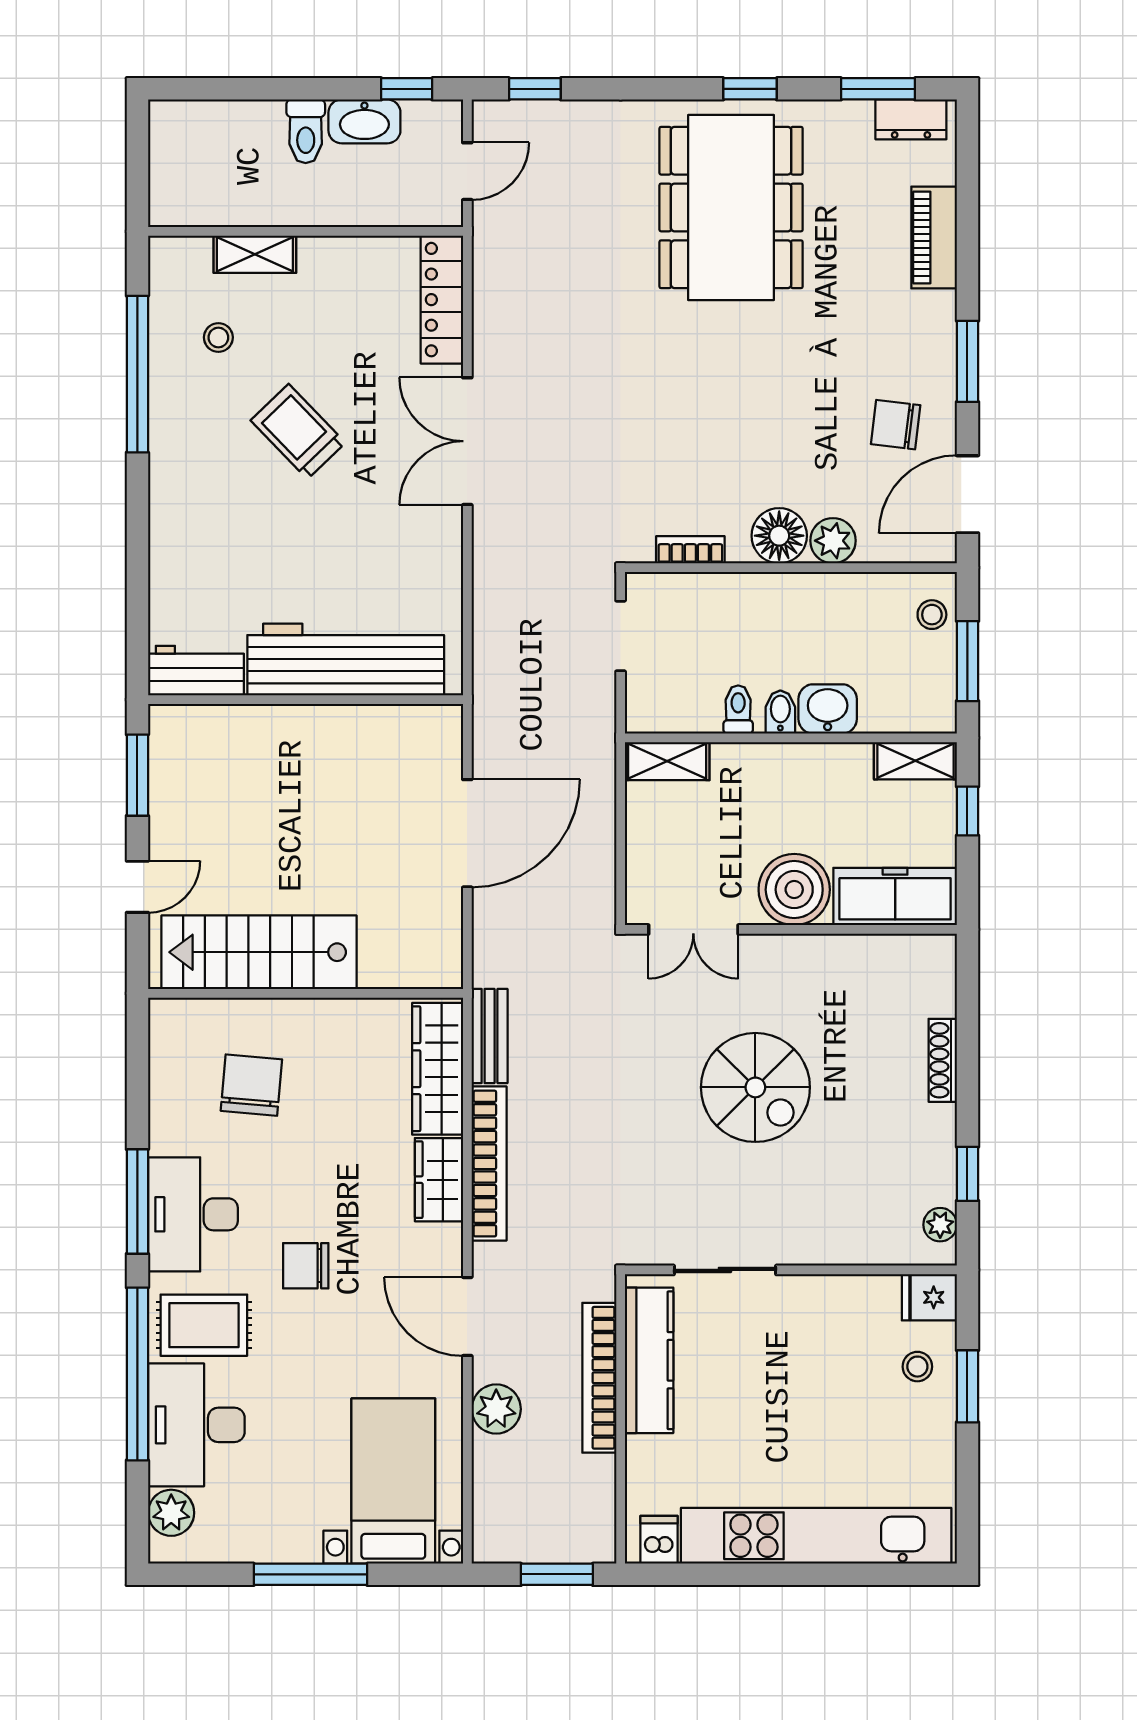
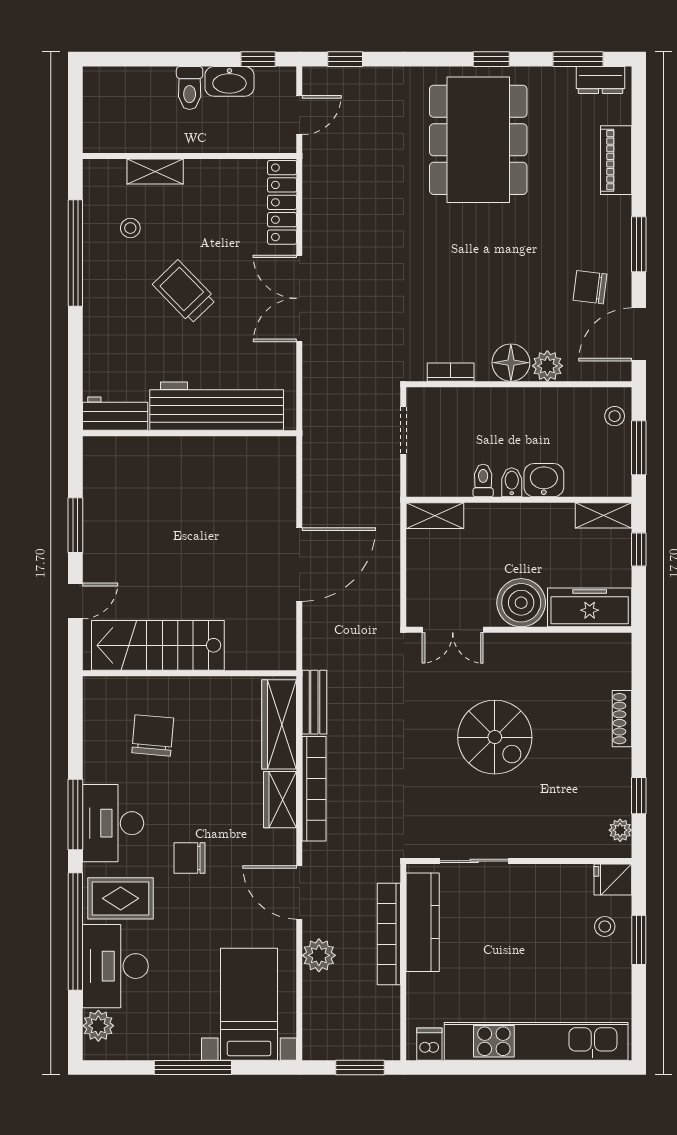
workbench: (346, 659) -> (217, 406), moved
workbench: (196, 671) -> (115, 414), moved
wall: (306, 700) -> (190, 433), moved

